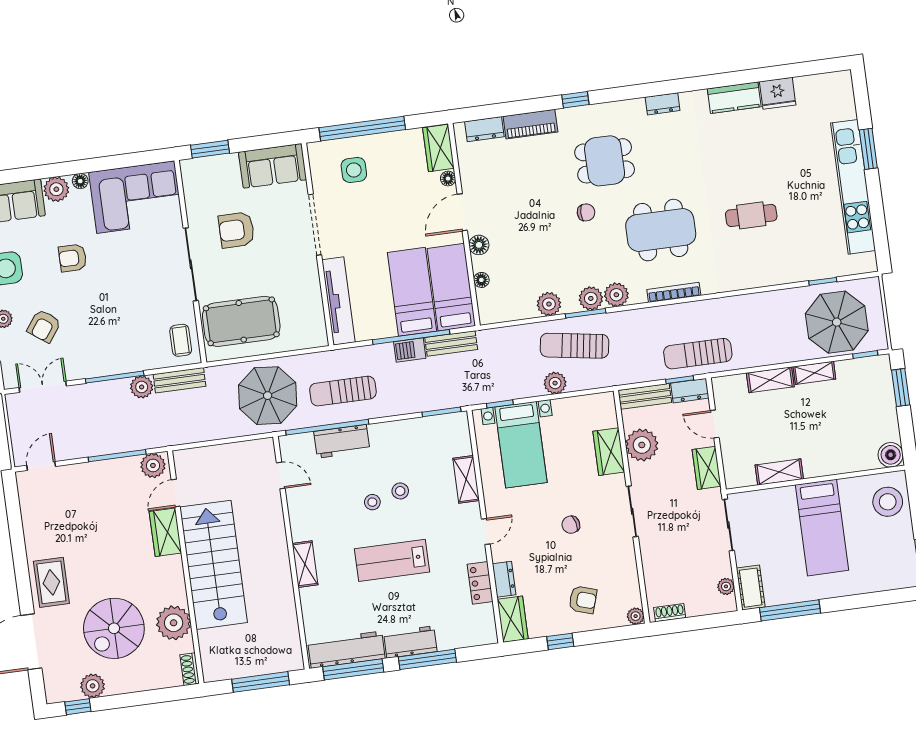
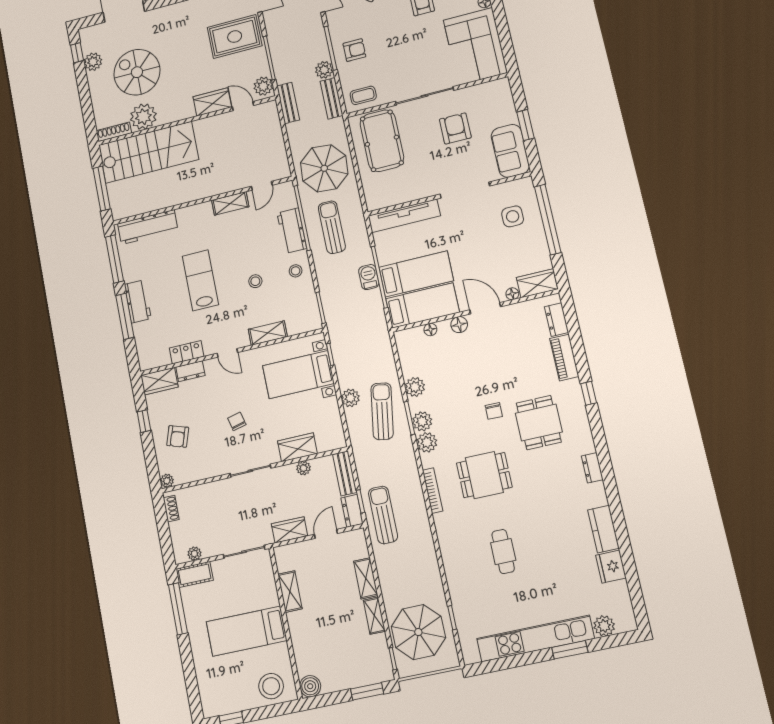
plant: (844, 107) -> (604, 626), added
window: (210, 149) -> (525, 125), moved
dining table: (661, 230) -> (484, 475), width x0.73
bench: (451, 343) -> (288, 103), moved
armchair: (121, 347) -> (354, 50), added
plant: (642, 445) -> (303, 468), width x0.53, depth x0.53
stool: (372, 502) -> (296, 271), moved
shelving: (305, 564) -> (230, 203), moved
stairs: (214, 565) -> (149, 152), moved
rug: (51, 582) -> (235, 37), moved, width x1.36, depth x1.43
workbench: (346, 650) -> (148, 227), moved, turned 90
shoe rack: (190, 669) -> (114, 132), width x1.43

